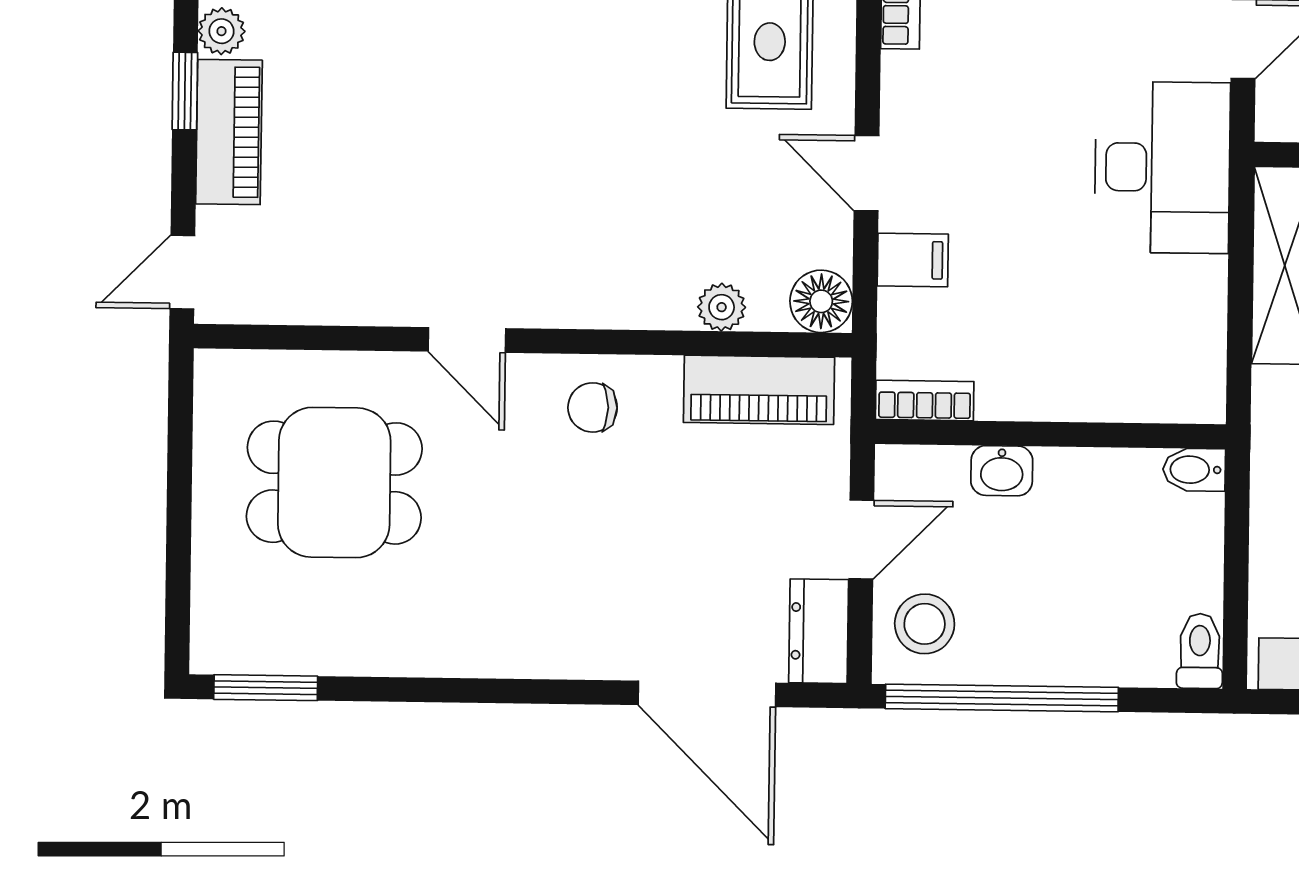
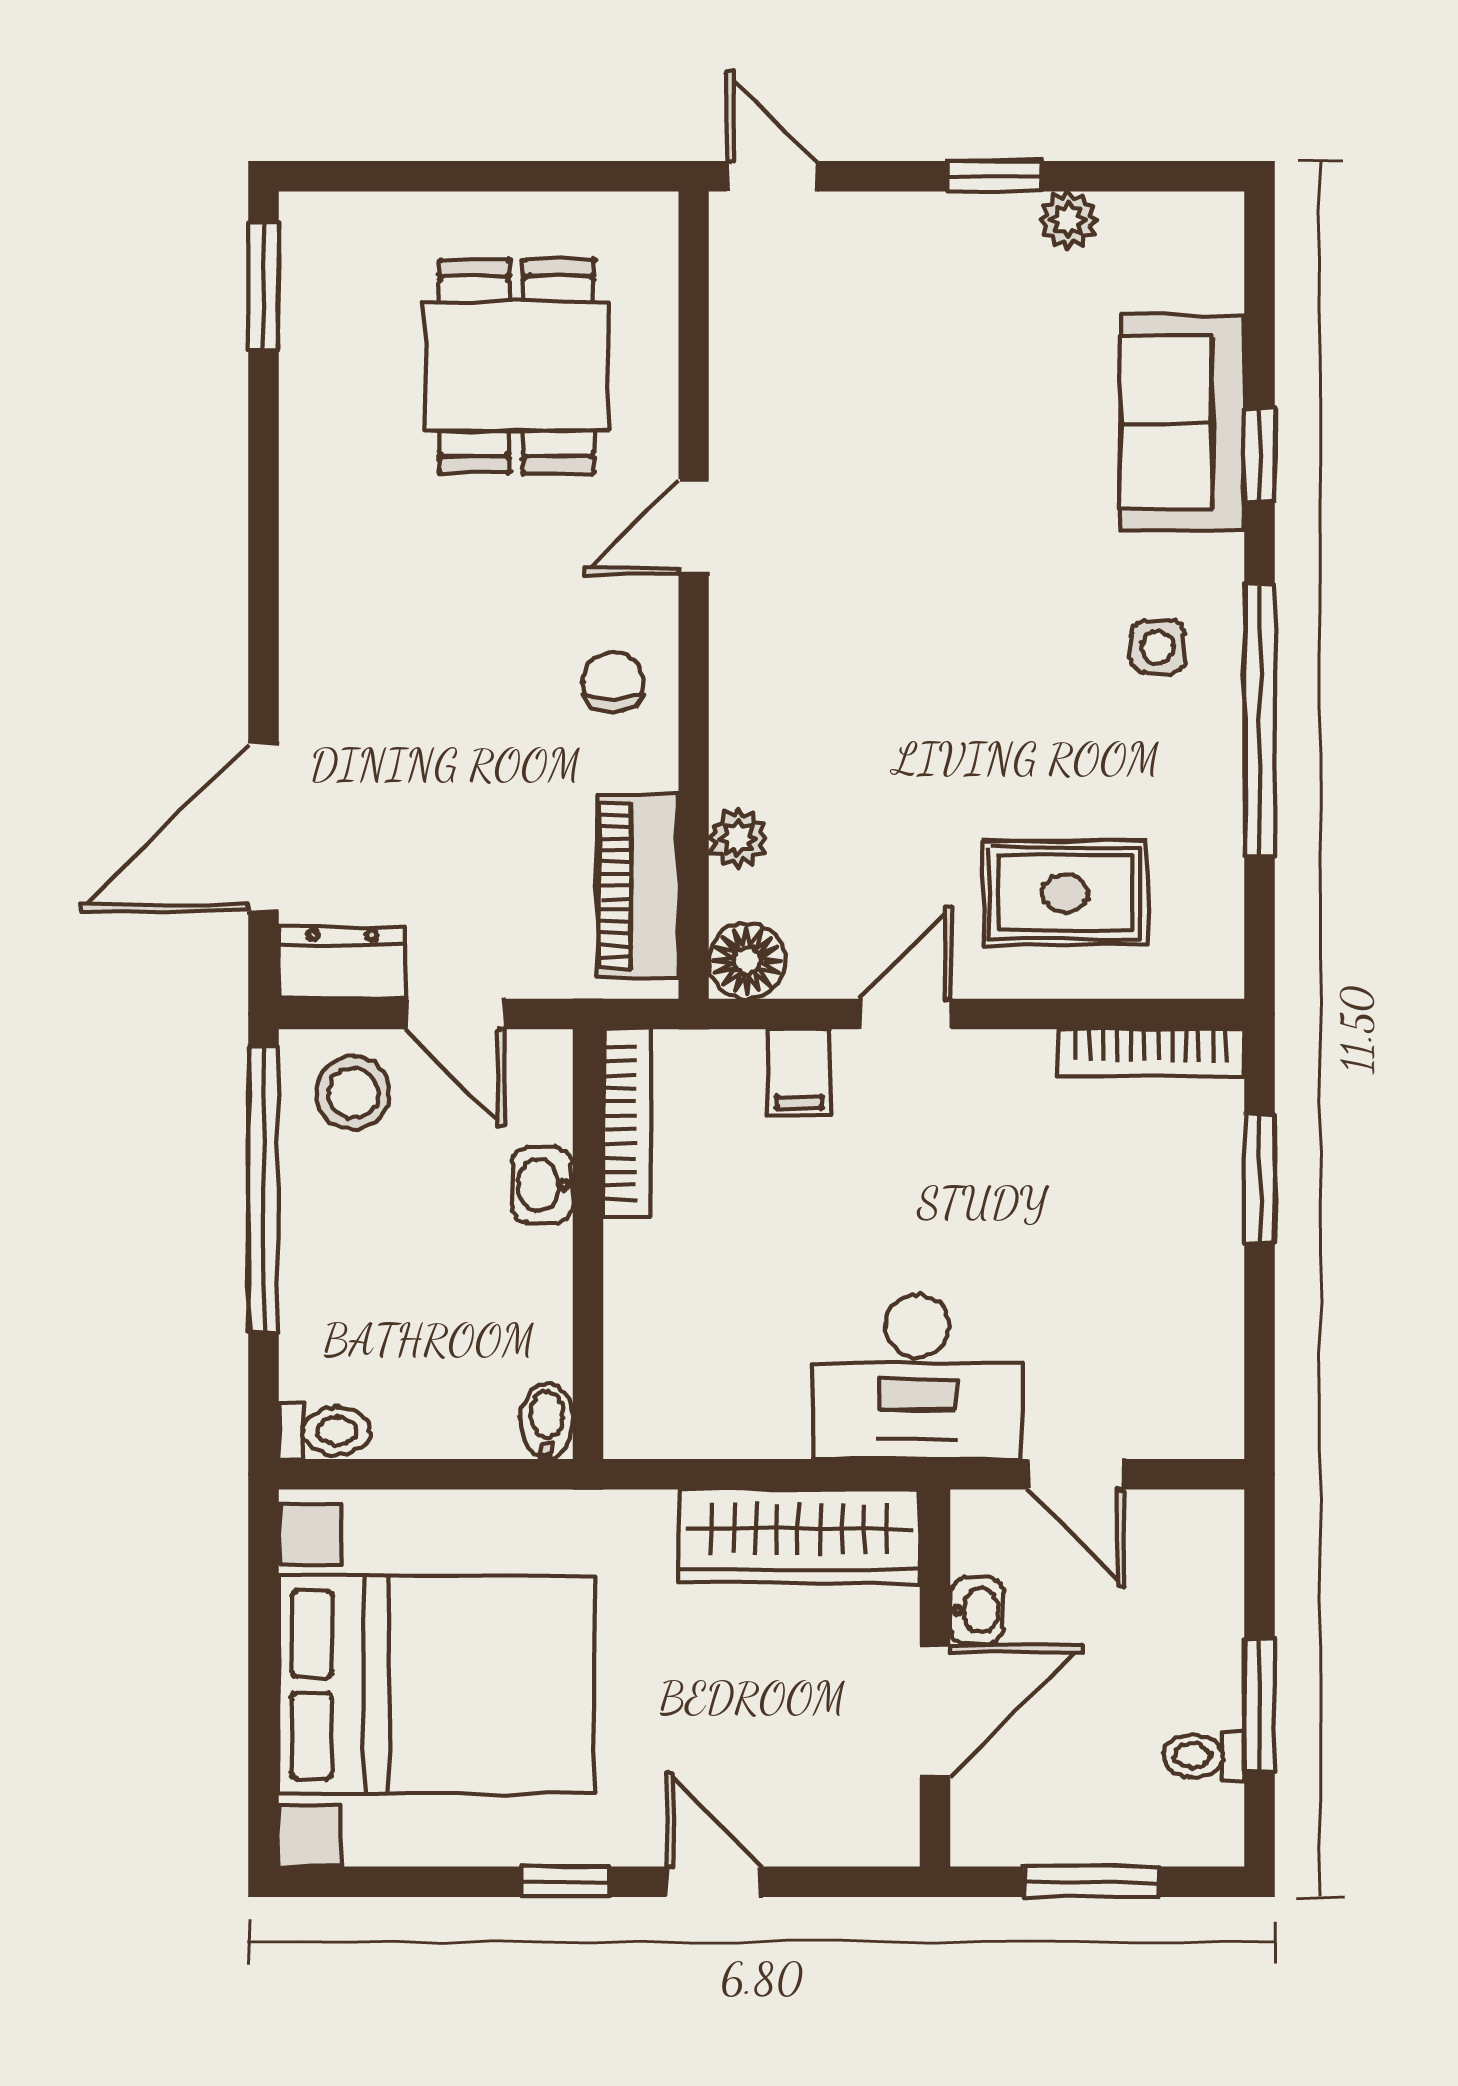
piano: (229, 132) -> (945, 231), removed
bookcase: (925, 401) -> (627, 1123), width x1.56

